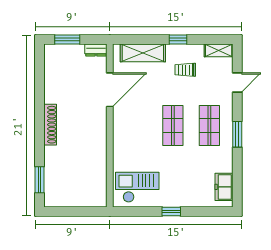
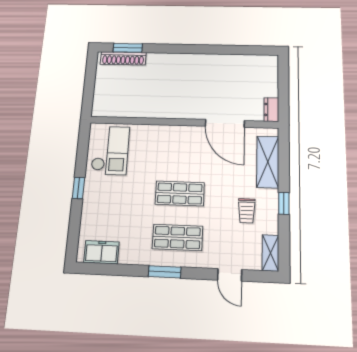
window: (67, 40) -> (283, 79), removed
trolley: (185, 70) -> (247, 211), turned 180
shoe rack: (50, 125) -> (123, 58), moved

